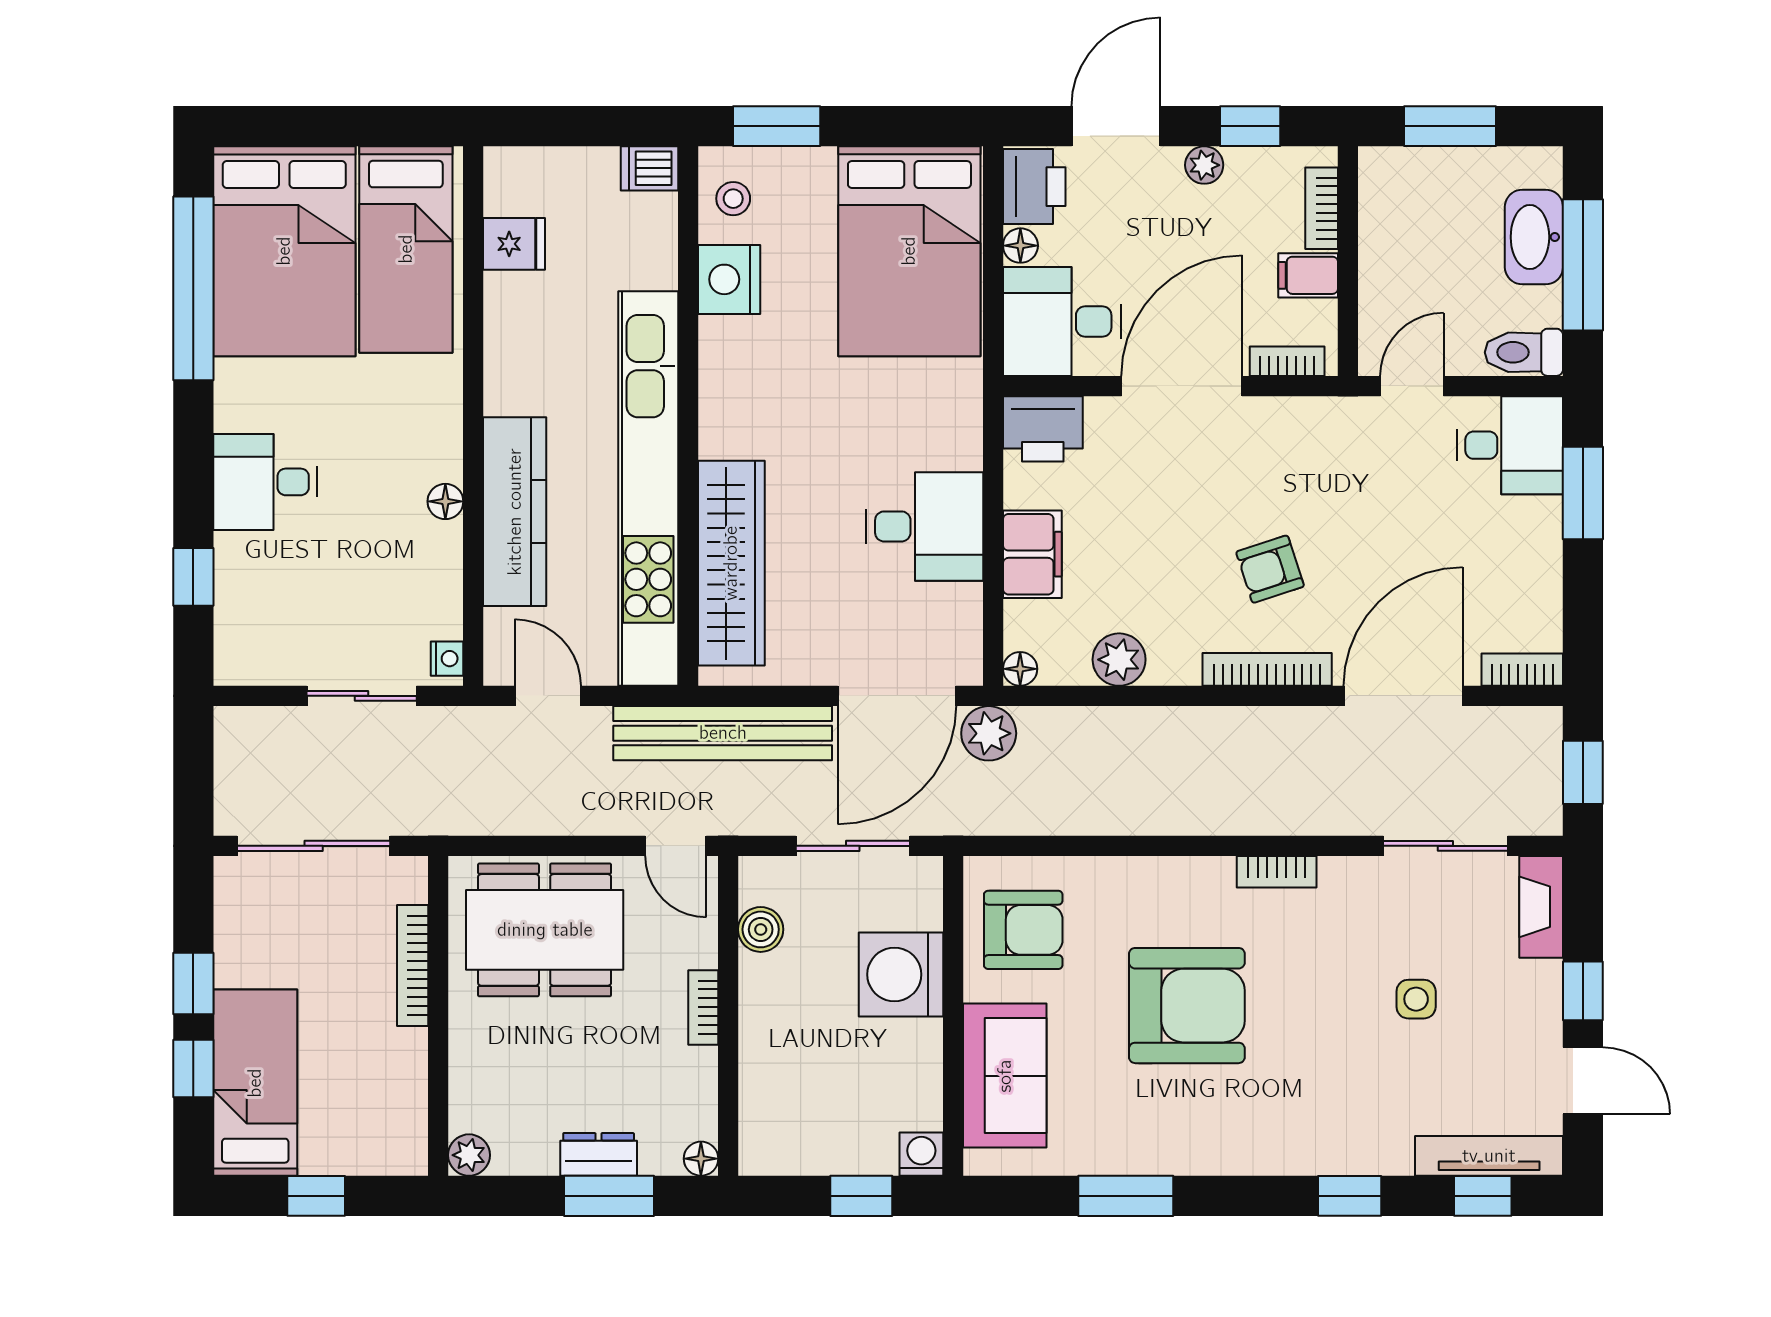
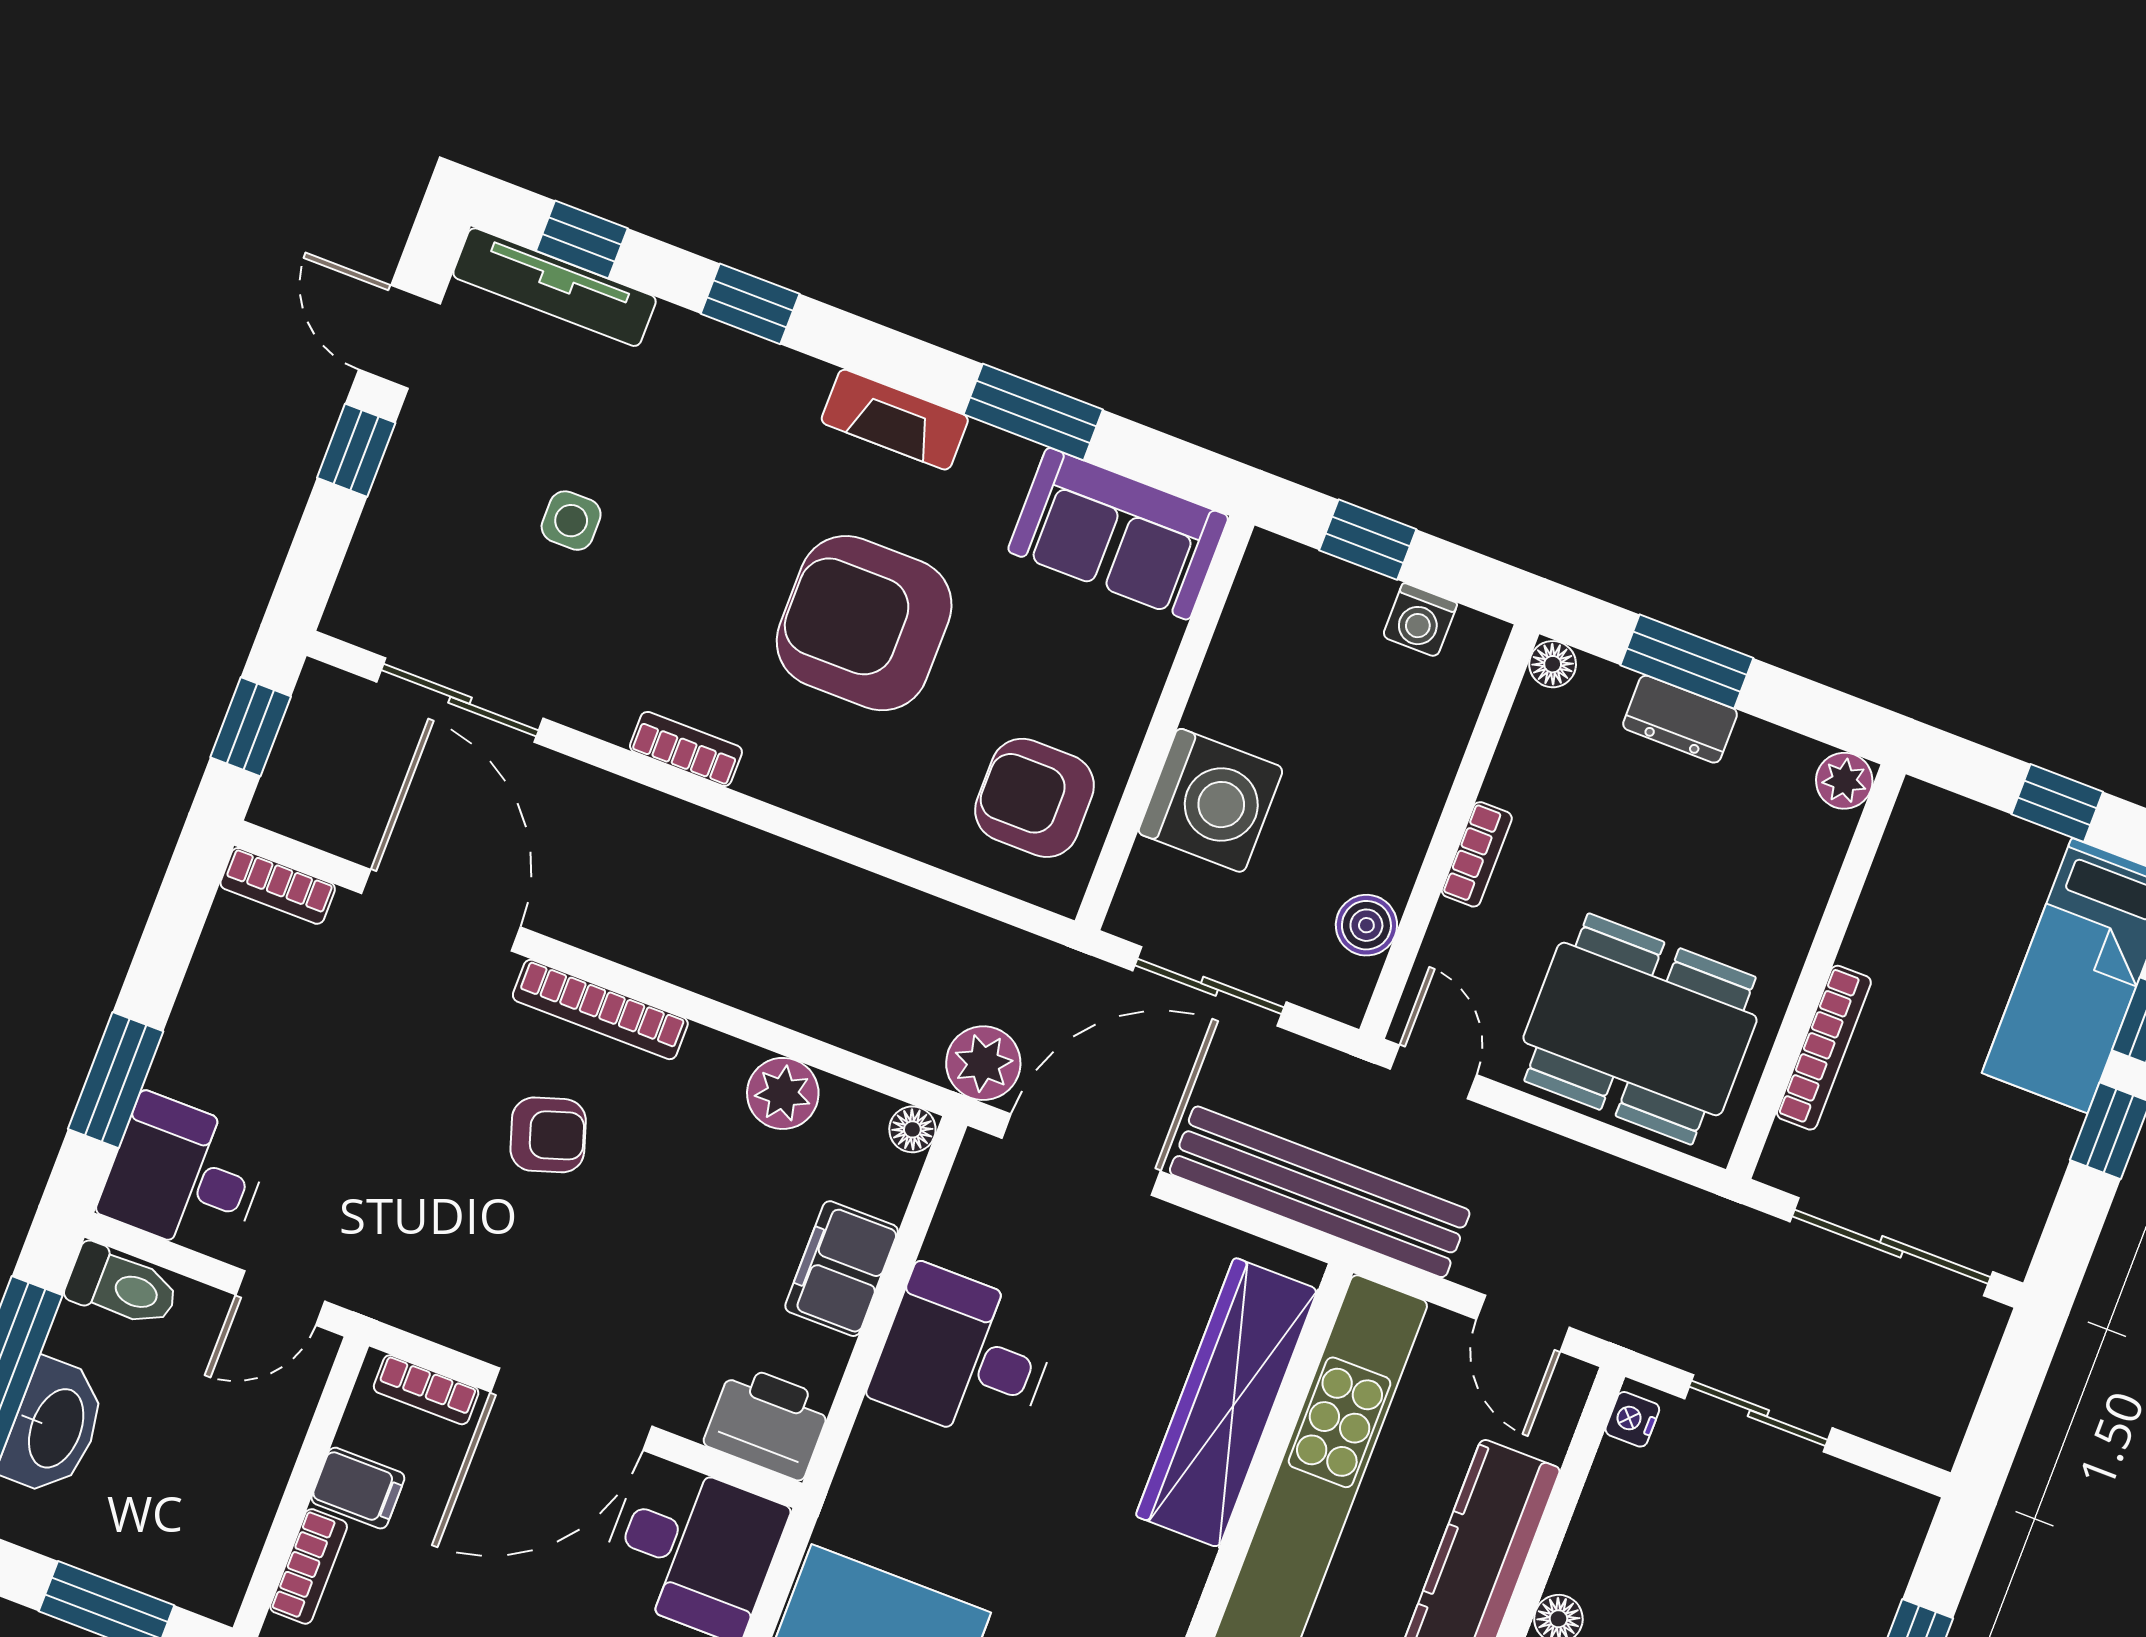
door: (1403, 696) -> (441, 910), swing flipped
fireplace: (1541, 907) -> (895, 420), moved, turned 90
sofa: (1005, 1076) -> (1118, 534), moved, turned -90
washing machine: (921, 1154) -> (1420, 620), moved

